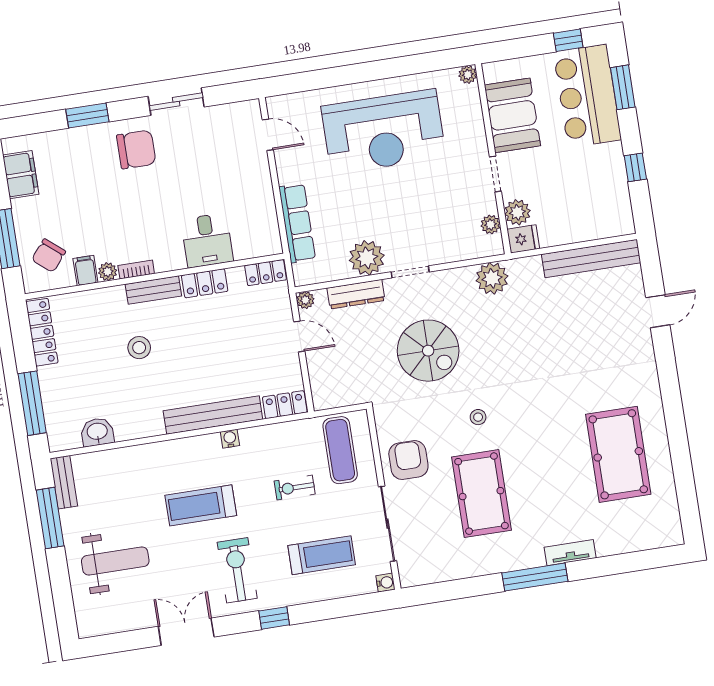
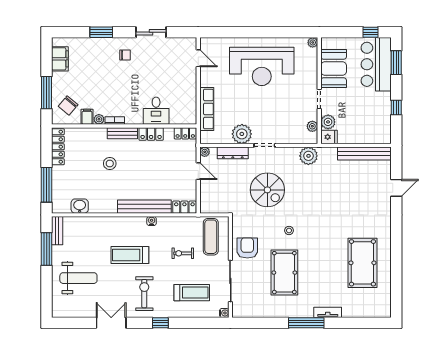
chair: (136, 149) -> (125, 55), width x0.54, depth x0.54

